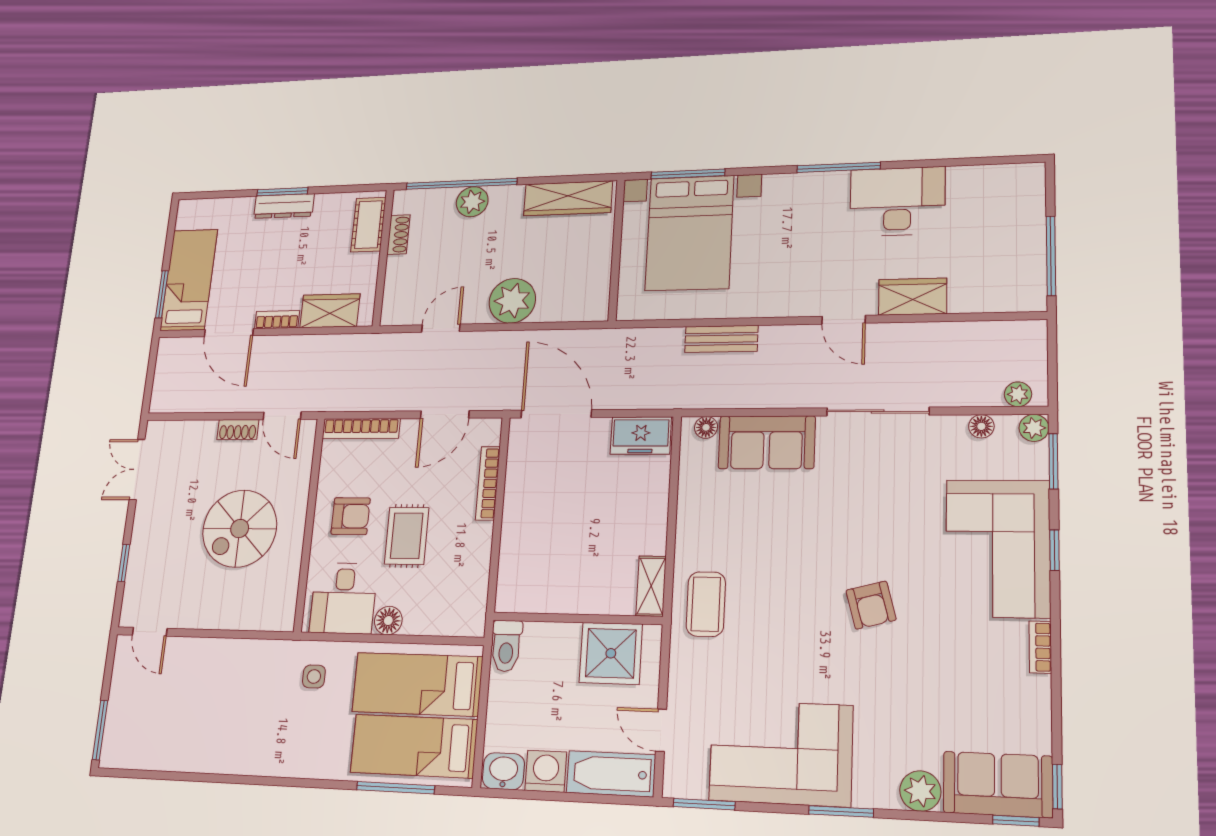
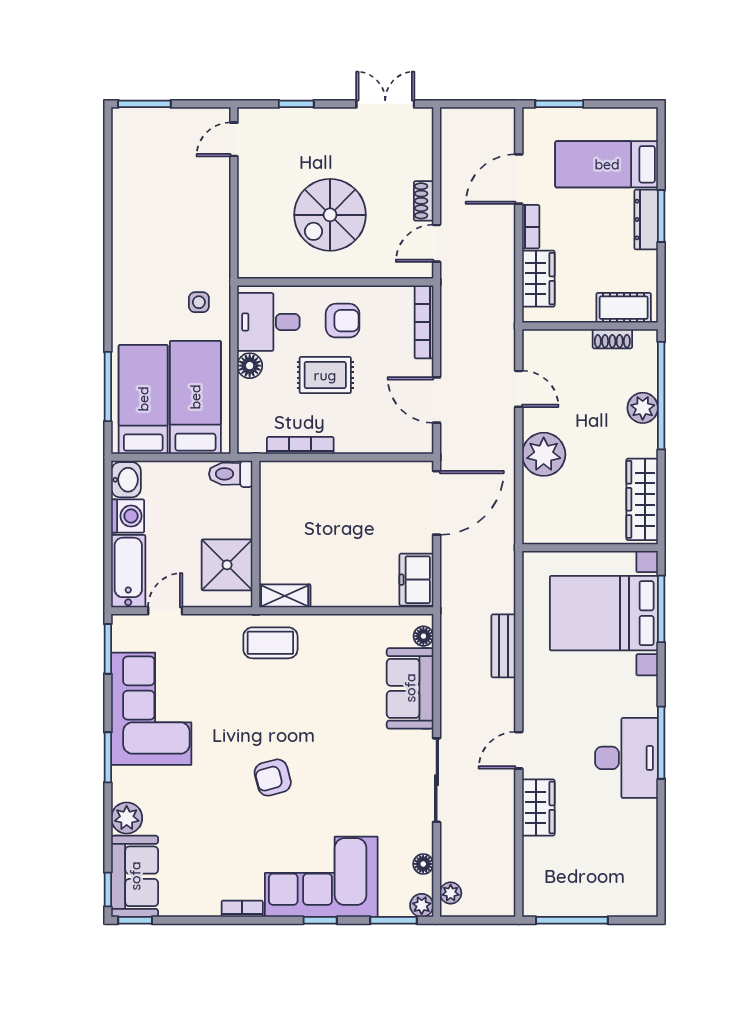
desk: (897, 201) -> (626, 758), moved
bed: (189, 280) -> (607, 164), moved, turned 180
bookcase: (488, 483) -> (300, 445), moved
armchair: (351, 516) -> (343, 321), turned -90
spiral stairs: (240, 529) -> (330, 215), turned -90

